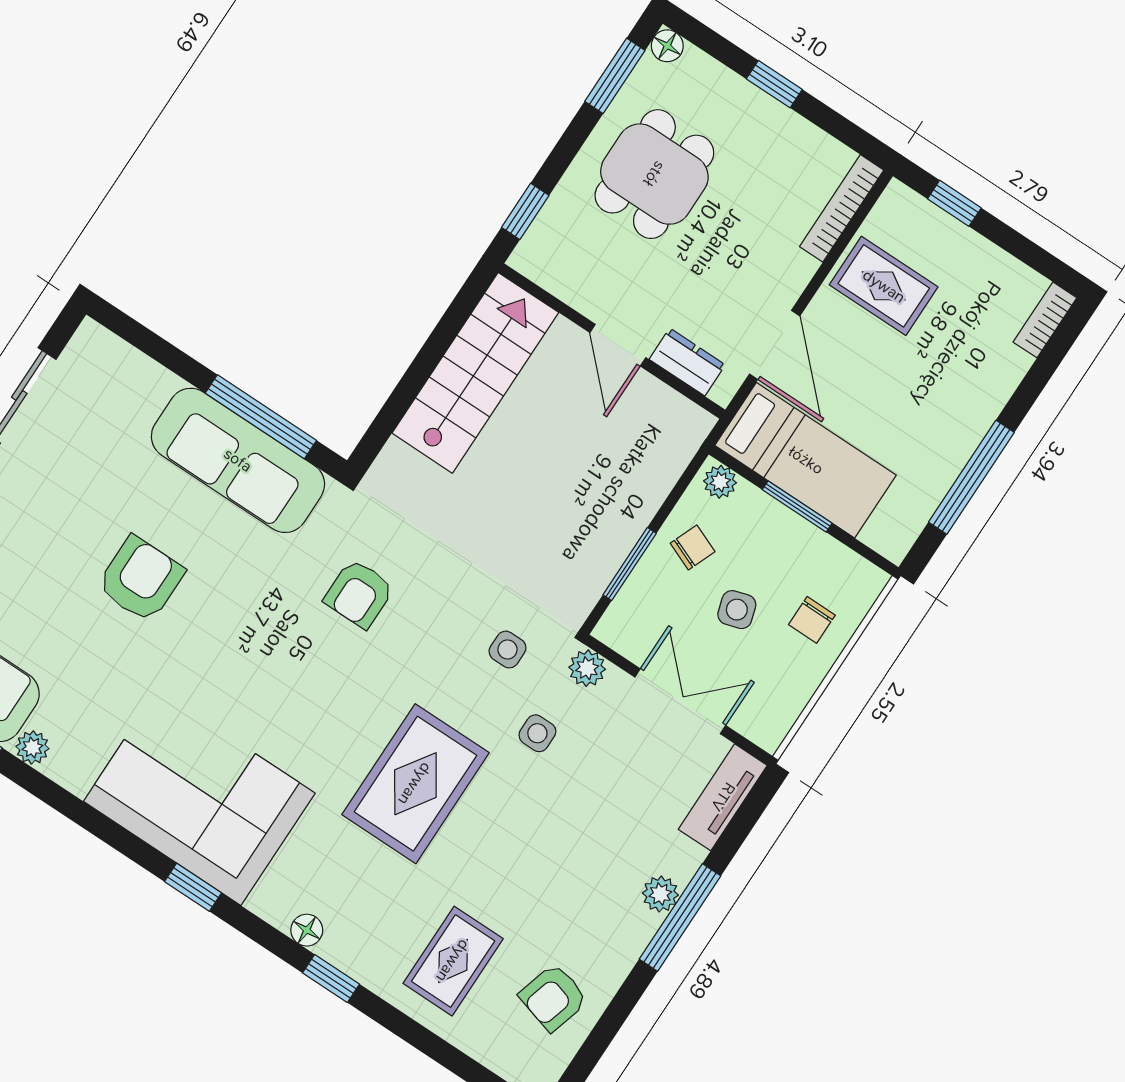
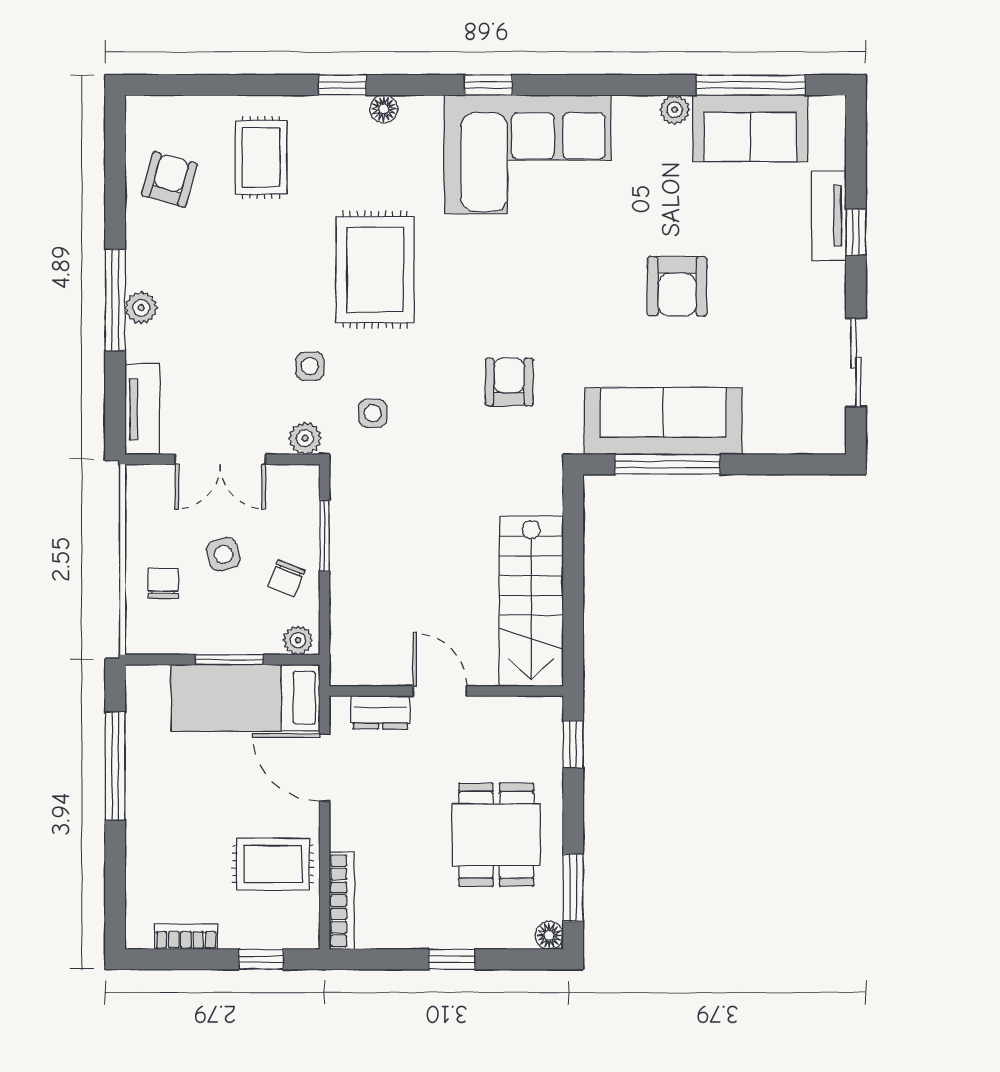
bookcase: (1045, 320) -> (186, 937), moved, turned -90

